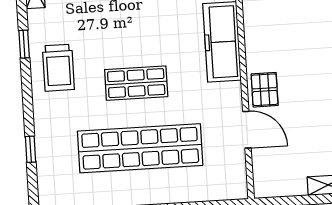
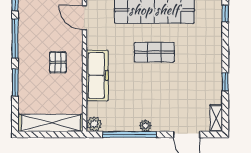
trolley: (58, 68) -> (204, 65), removed
pallet: (265, 90) -> (58, 62), moved

